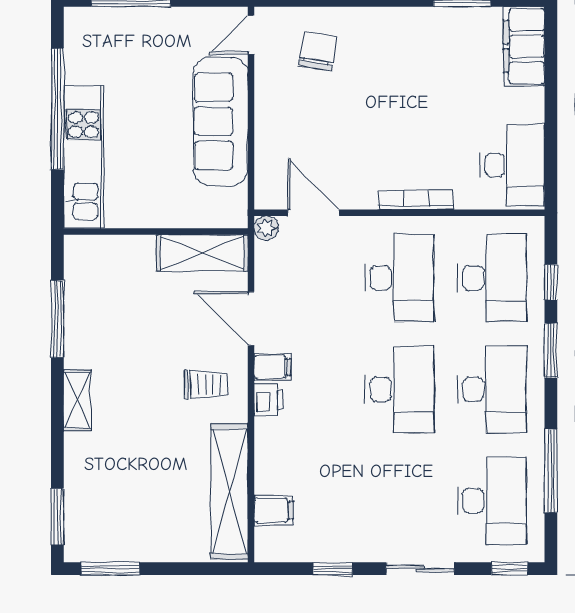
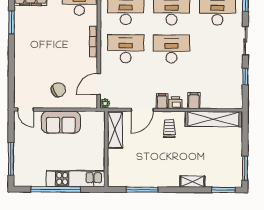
chair: (318, 51) -> (58, 90), moved, turned 144
sofa: (221, 121) -> (61, 122), width x0.73
shelving: (77, 400) -> (192, 182), moved
filing cabinet: (274, 510) -> (194, 101), moved

